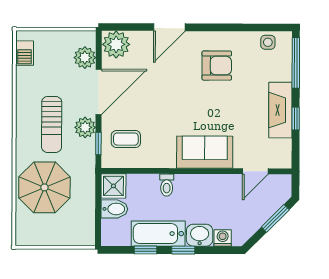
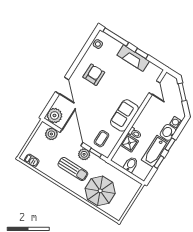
sofa: (205, 152) -> (124, 115), moved
shower: (113, 186) -> (129, 143), moved

